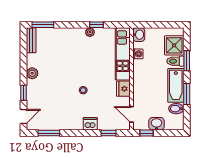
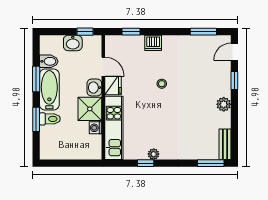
washbasin: (139, 35) -> (94, 88), moved
shower: (174, 45) -> (90, 109), moved
door: (131, 114) -> (103, 67), moved

